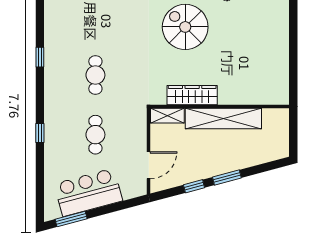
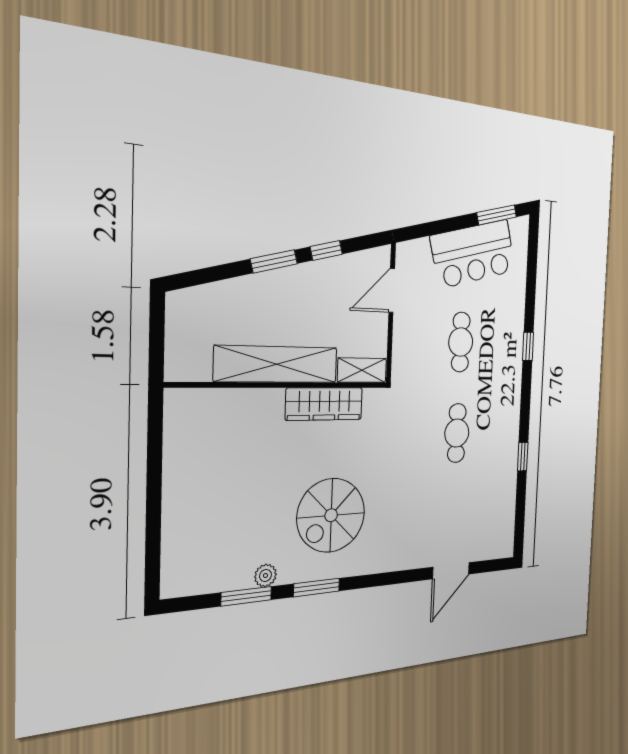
spiral stairs: (185, 27) -> (331, 515), turned 90

